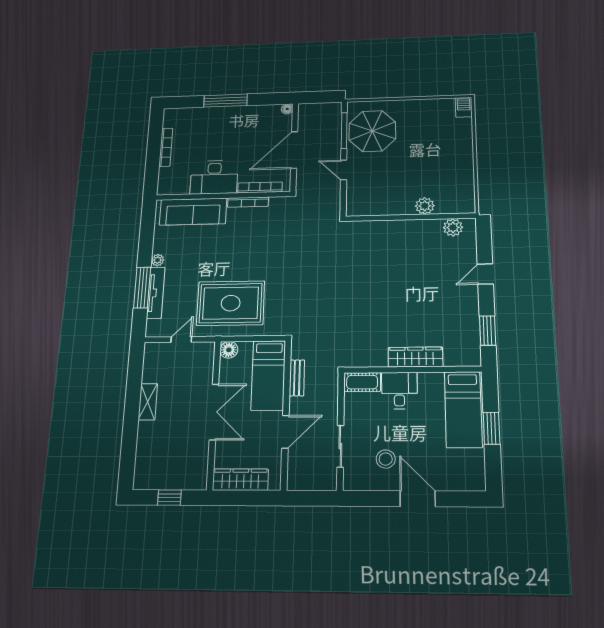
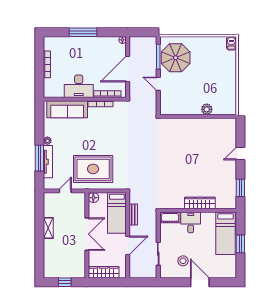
plant: (453, 227) -> (223, 124), removed

